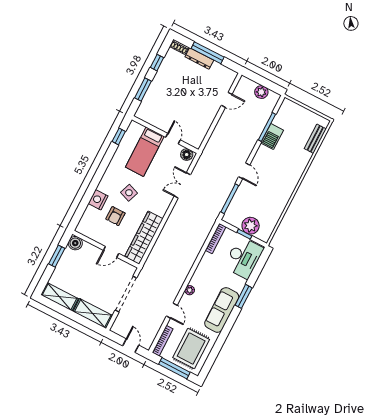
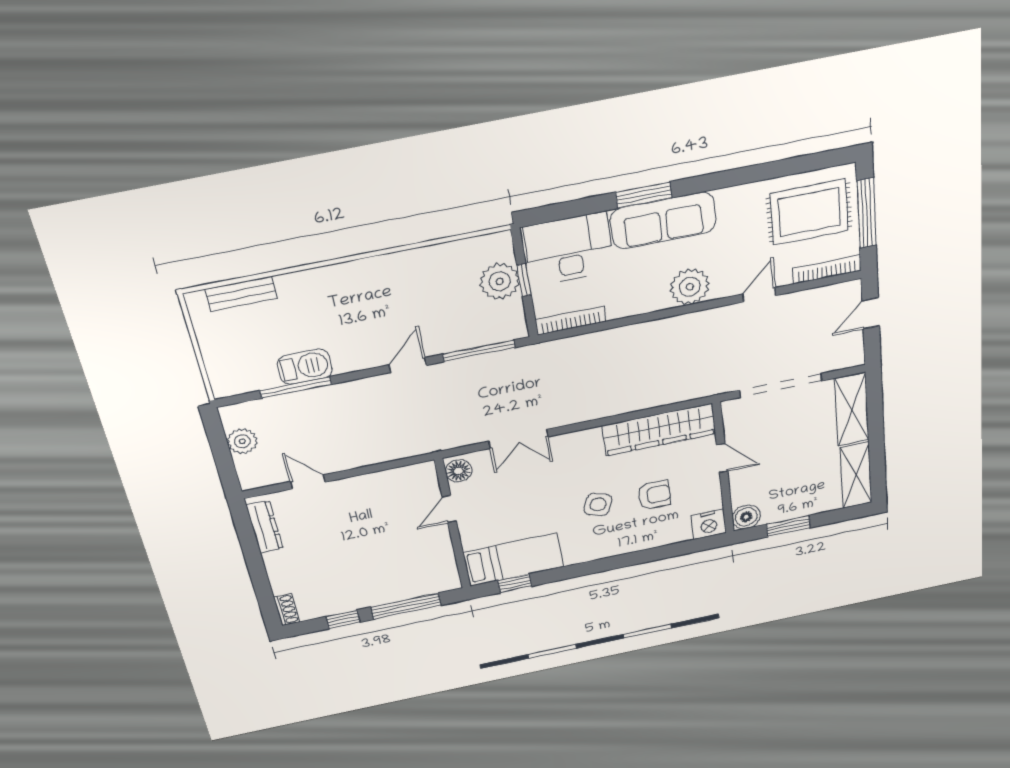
window: (208, 53) -> (256, 565), removed
dresser: (199, 59) -> (265, 527), moved
window: (143, 90) -> (406, 606), width x1.44
bed: (145, 152) -> (513, 560), moved
nightstand: (98, 200) -> (709, 524), moved
plant: (190, 290) -> (690, 287), width x1.88, depth x1.88
sofa: (222, 310) -> (663, 220), moved

